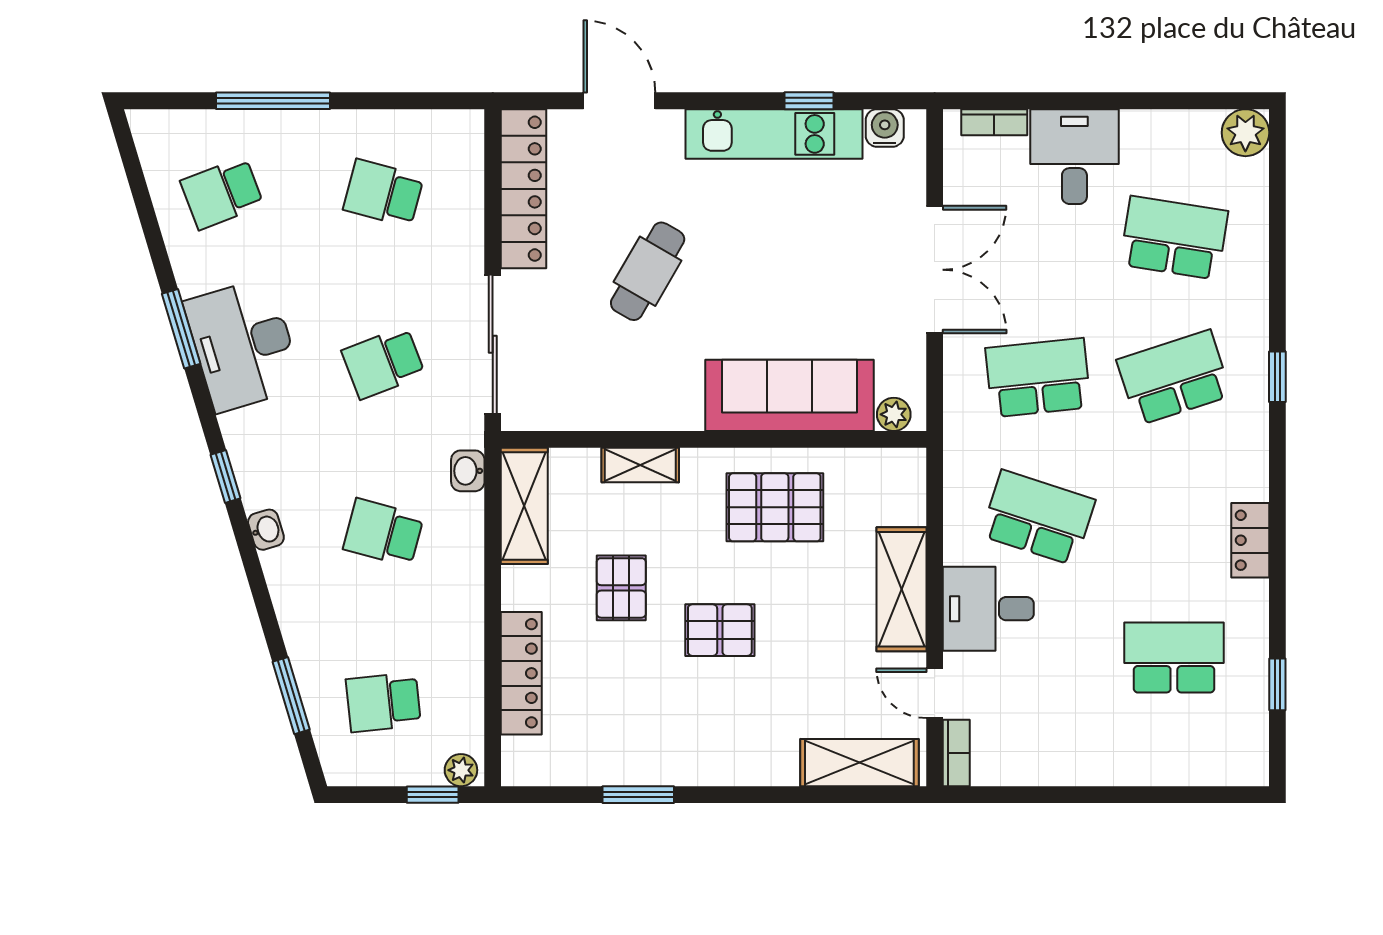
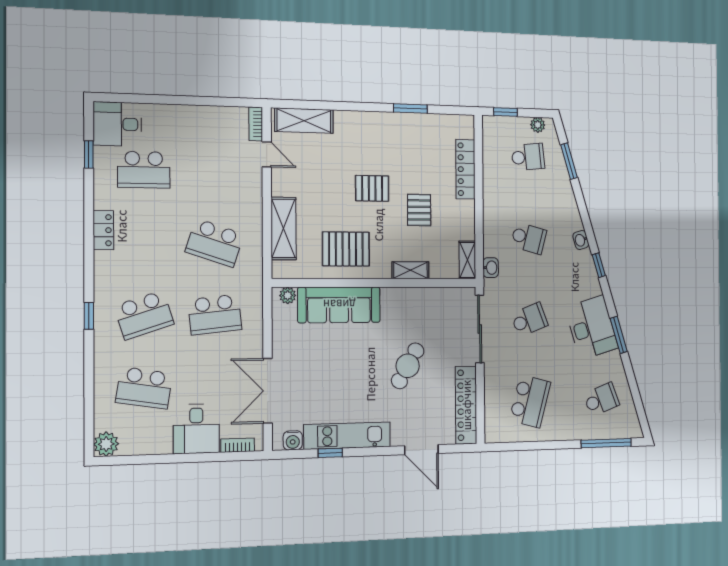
window: (273, 101) -> (606, 443), moved
school desk: (383, 193) -> (530, 401), width x1.85
double door: (935, 270) -> (268, 391), moved
shelving: (524, 506) -> (467, 260), width x0.67, depth x0.75
shelving: (901, 589) -> (284, 228), moved
desk: (988, 609) -> (117, 124), moved, turned 180
plant: (461, 770) -> (538, 125), moved

